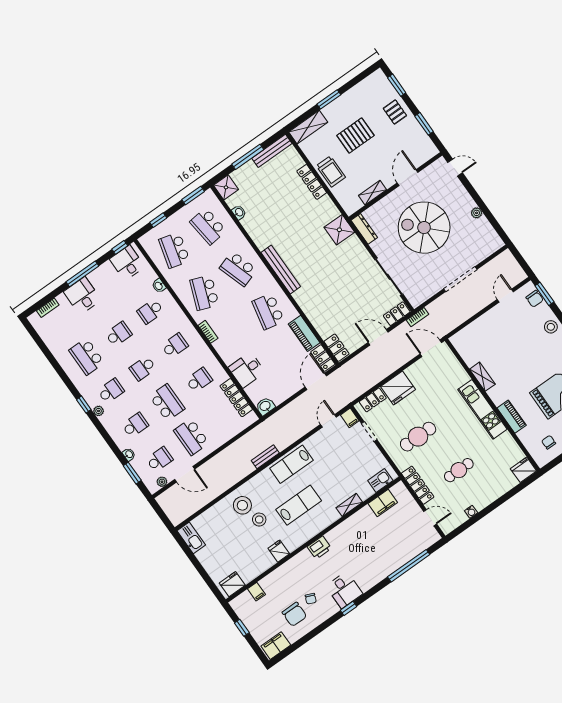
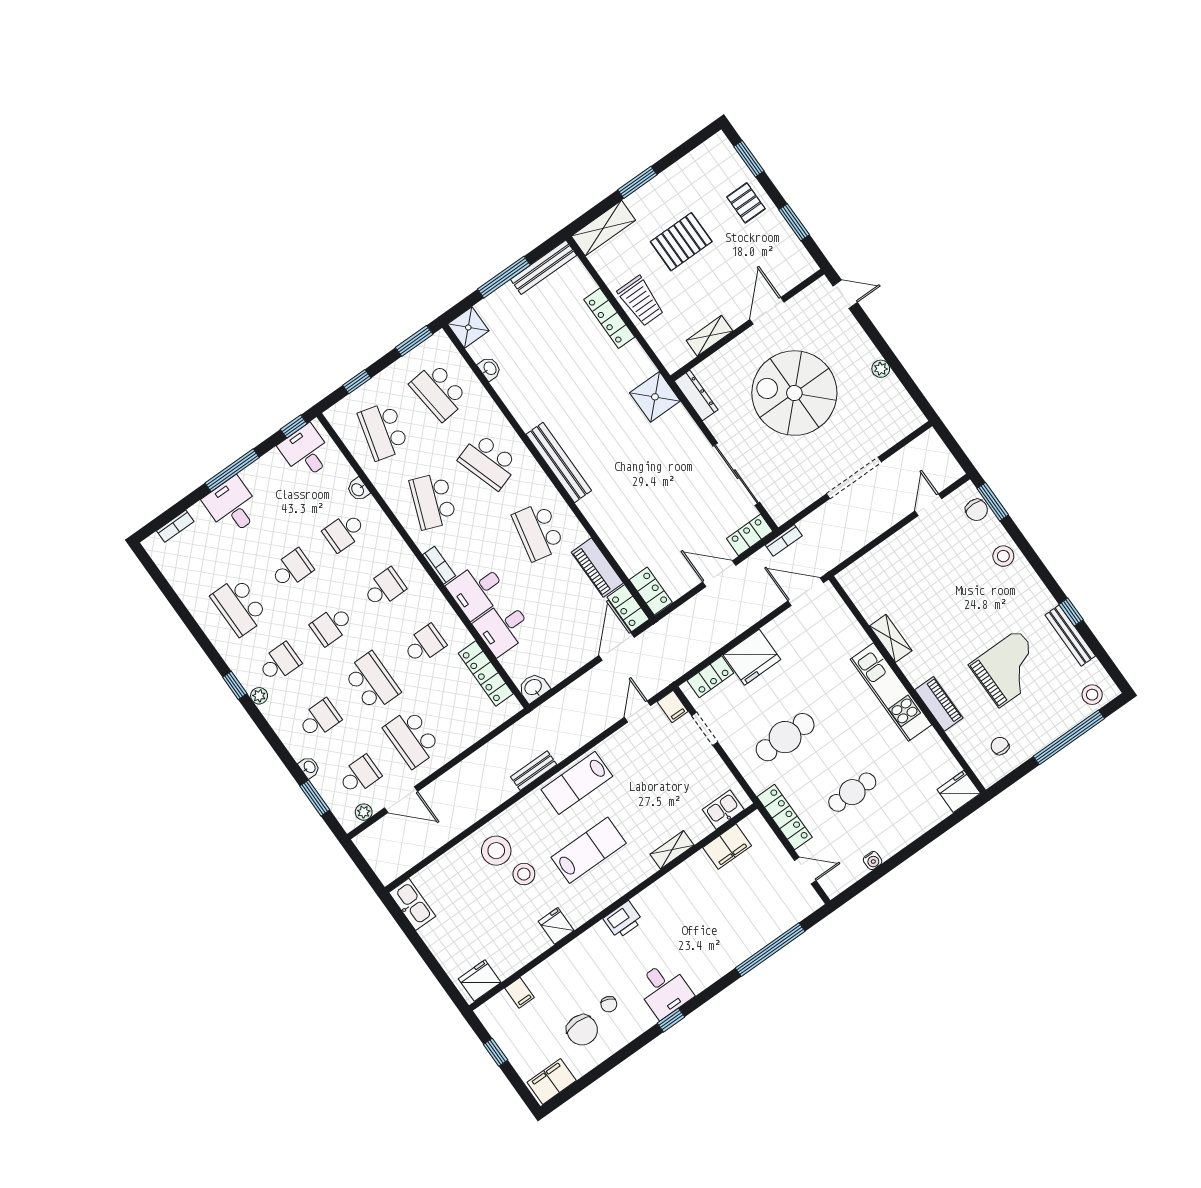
desk: (231, 347) -> (477, 590), added

